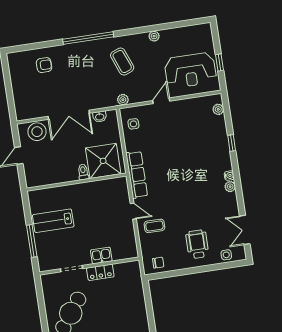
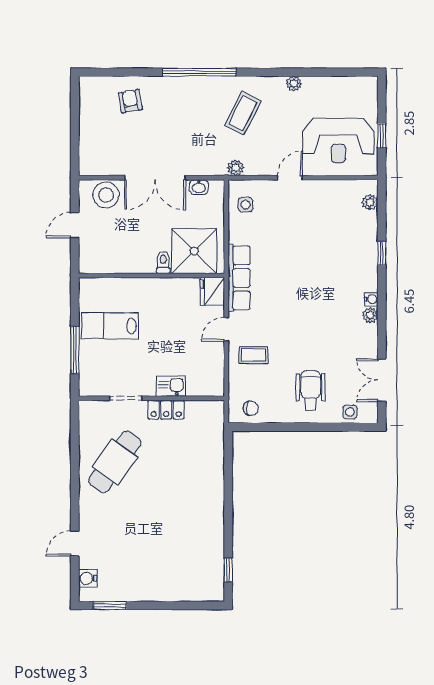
coffee table: (122, 62) -> (243, 113), turned 48
armchair: (44, 65) -> (130, 101), turned -100
fridge: (120, 187) -> (212, 291), added
door: (133, 211) -> (226, 329), swing flipped

